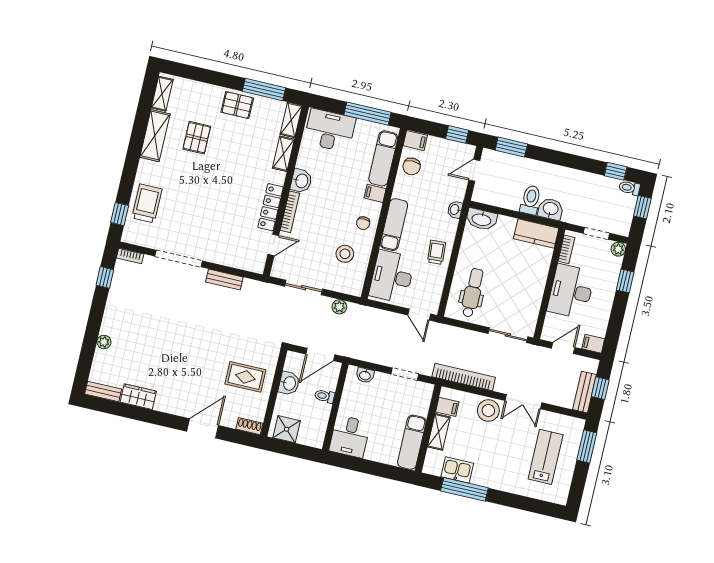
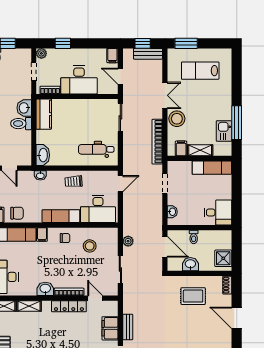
filing cabinet: (228, 255) -> (110, 328), added
rug: (245, 377) -> (193, 296), turned 90

